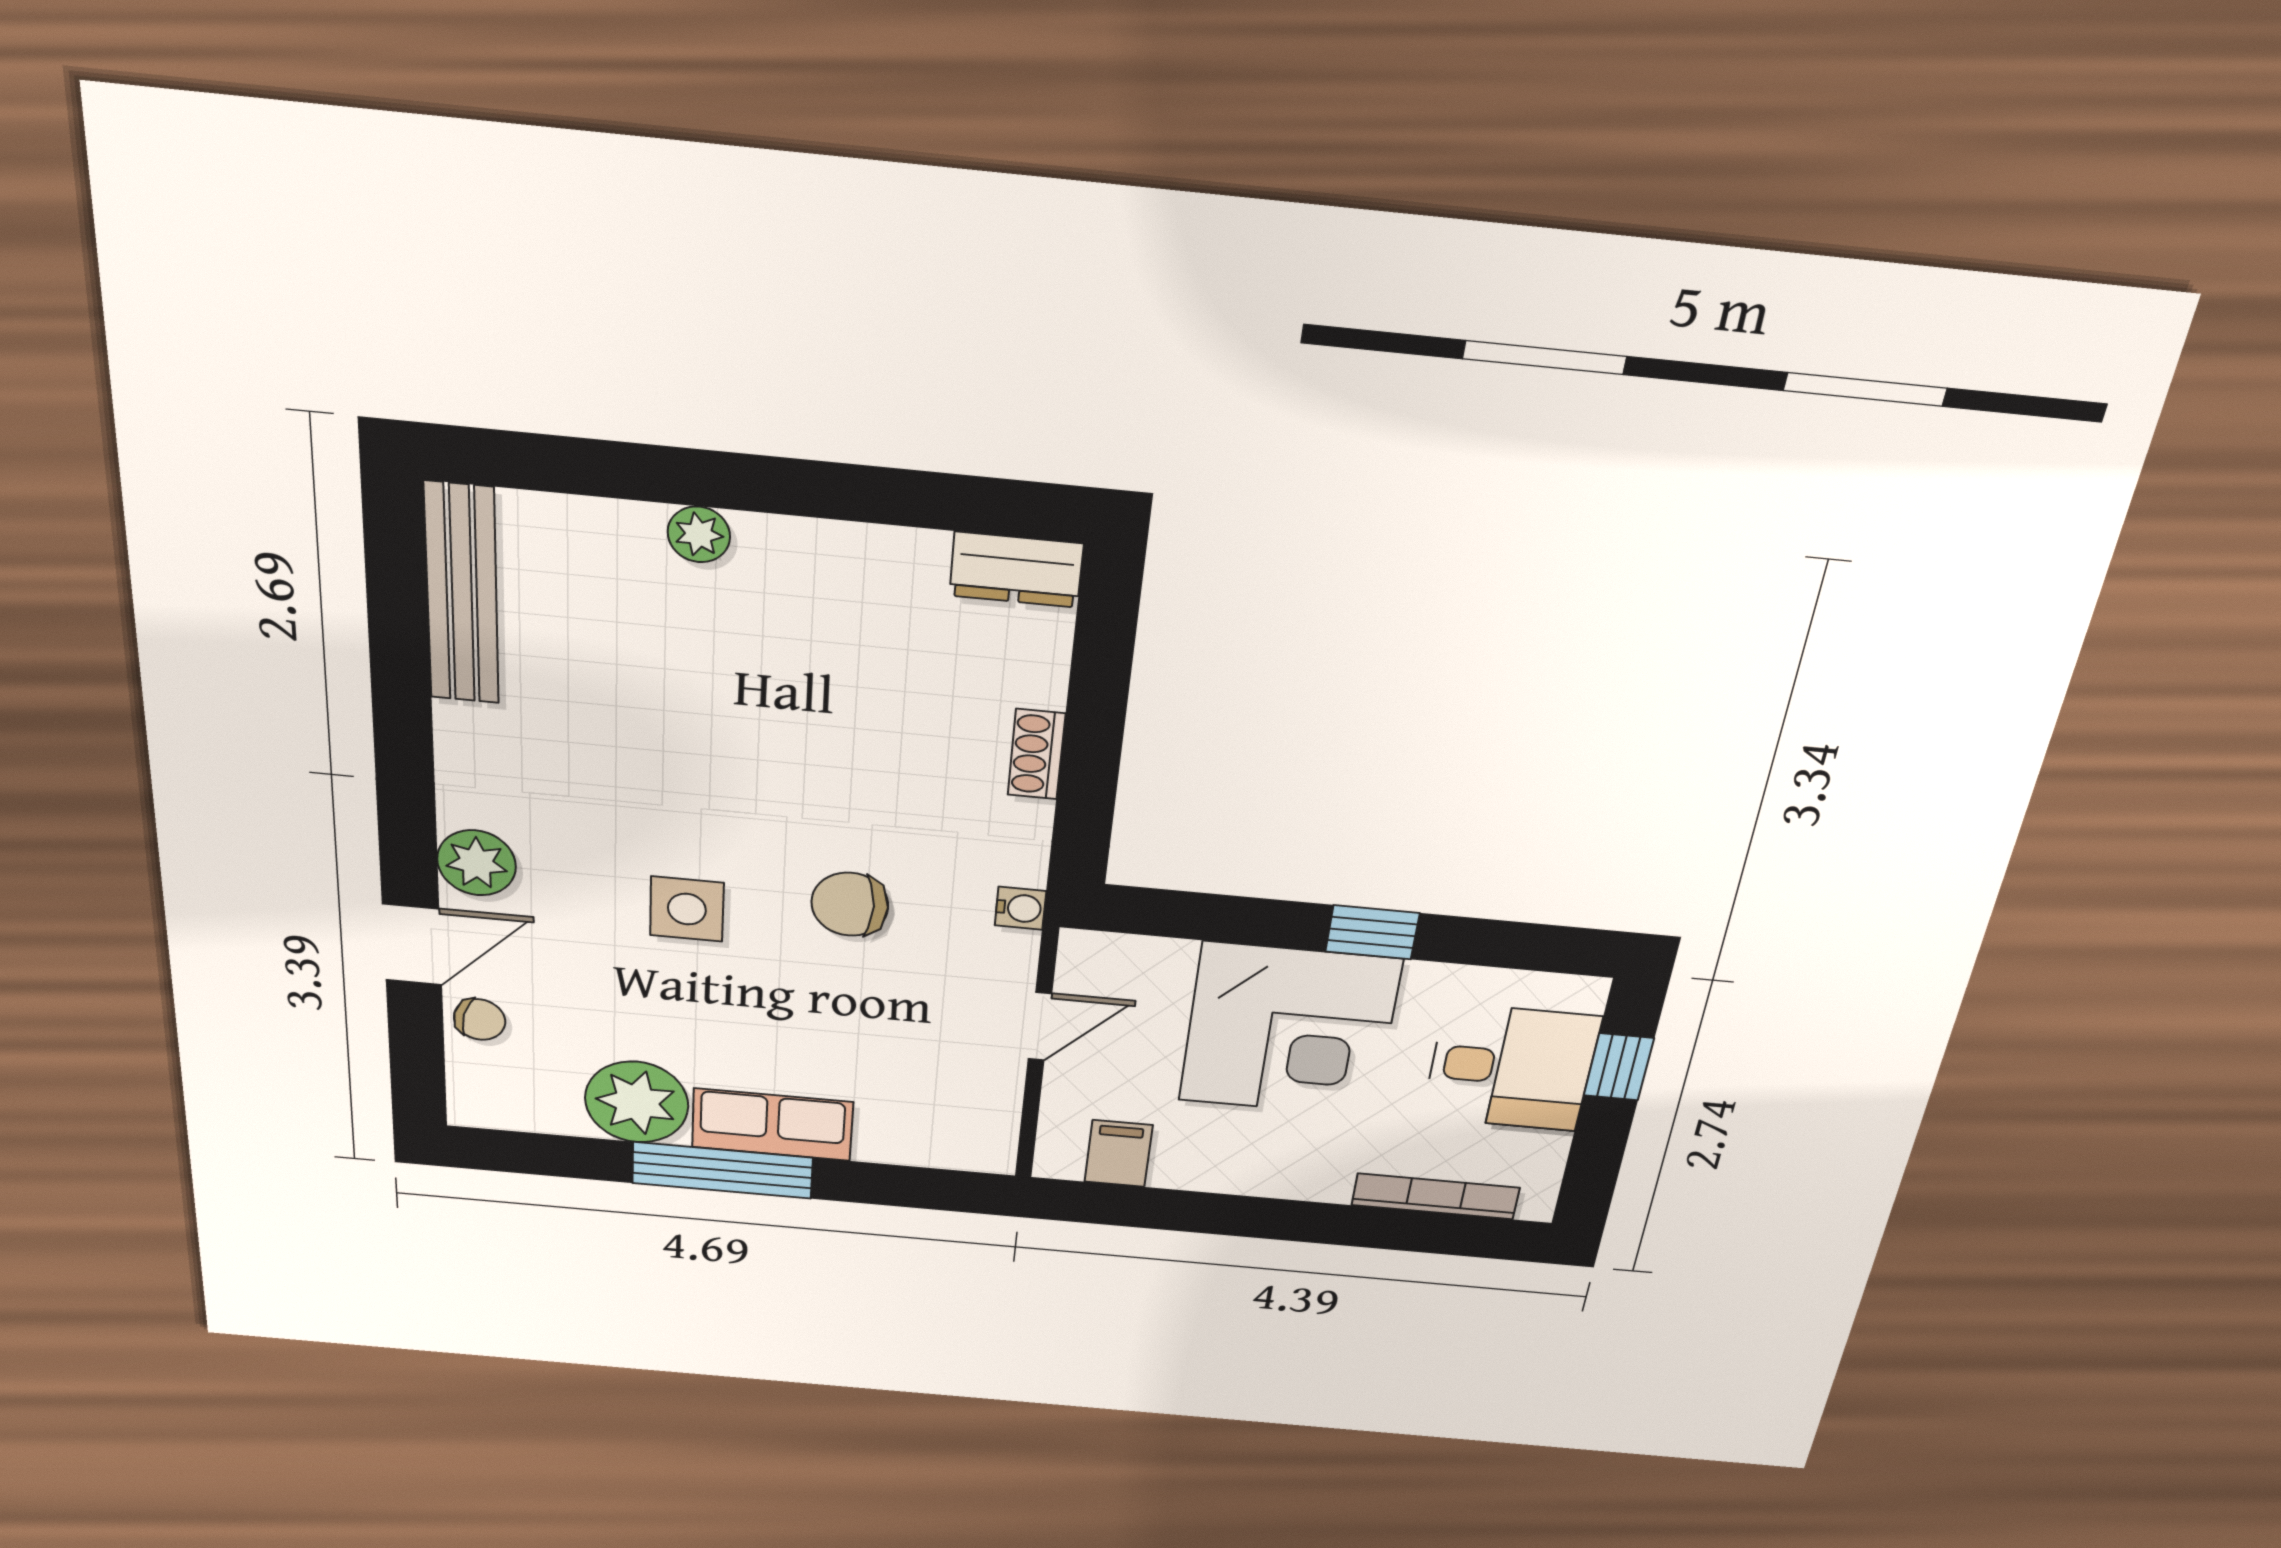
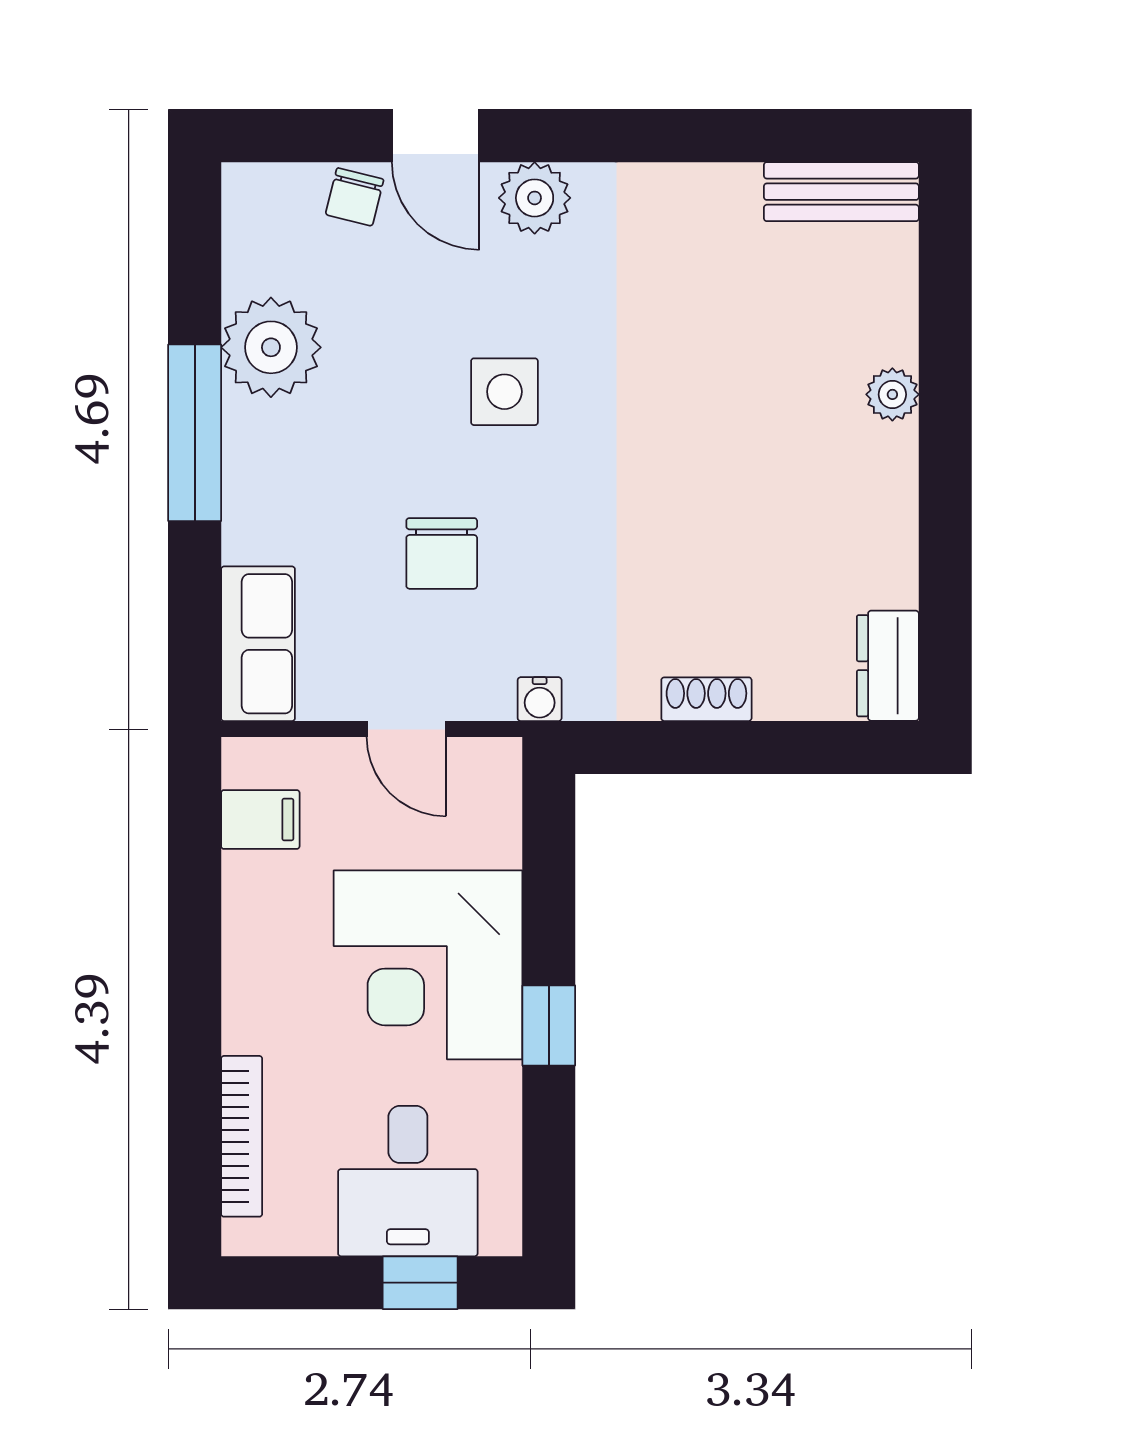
bench: (462, 594) -> (841, 192), width x0.73
chair: (850, 904) -> (442, 553), moved, turned 180
row of seats: (772, 1125) -> (258, 644), moved

